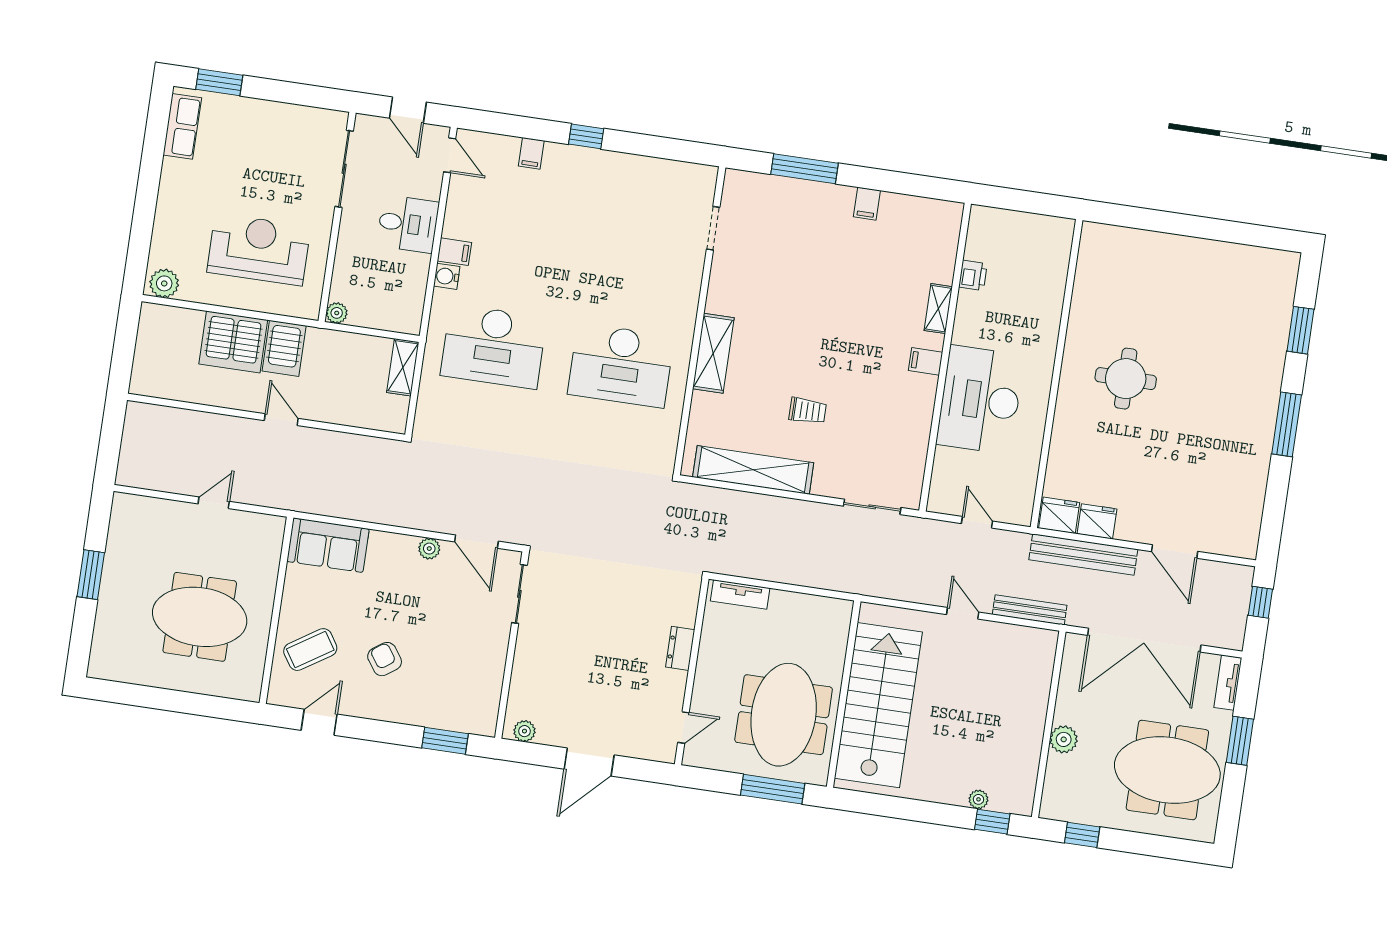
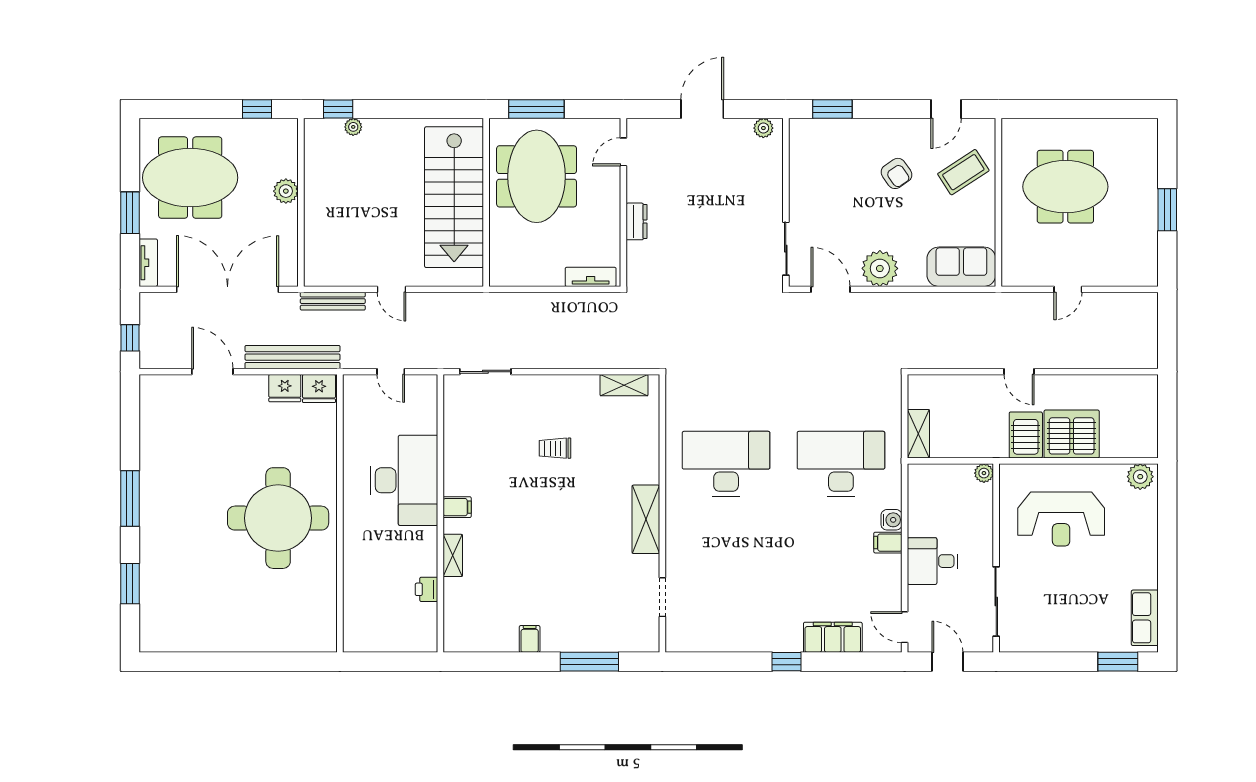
filing cabinet: (531, 153) -> (833, 637), width x3.00, depth x1.17
shelving: (713, 353) -> (646, 519), moved
round table: (1126, 379) -> (278, 518), width x1.86, depth x1.86
shelving: (753, 470) -> (624, 385), width x0.45, depth x0.75
plant: (429, 549) -> (880, 268), width x1.87, depth x1.87

